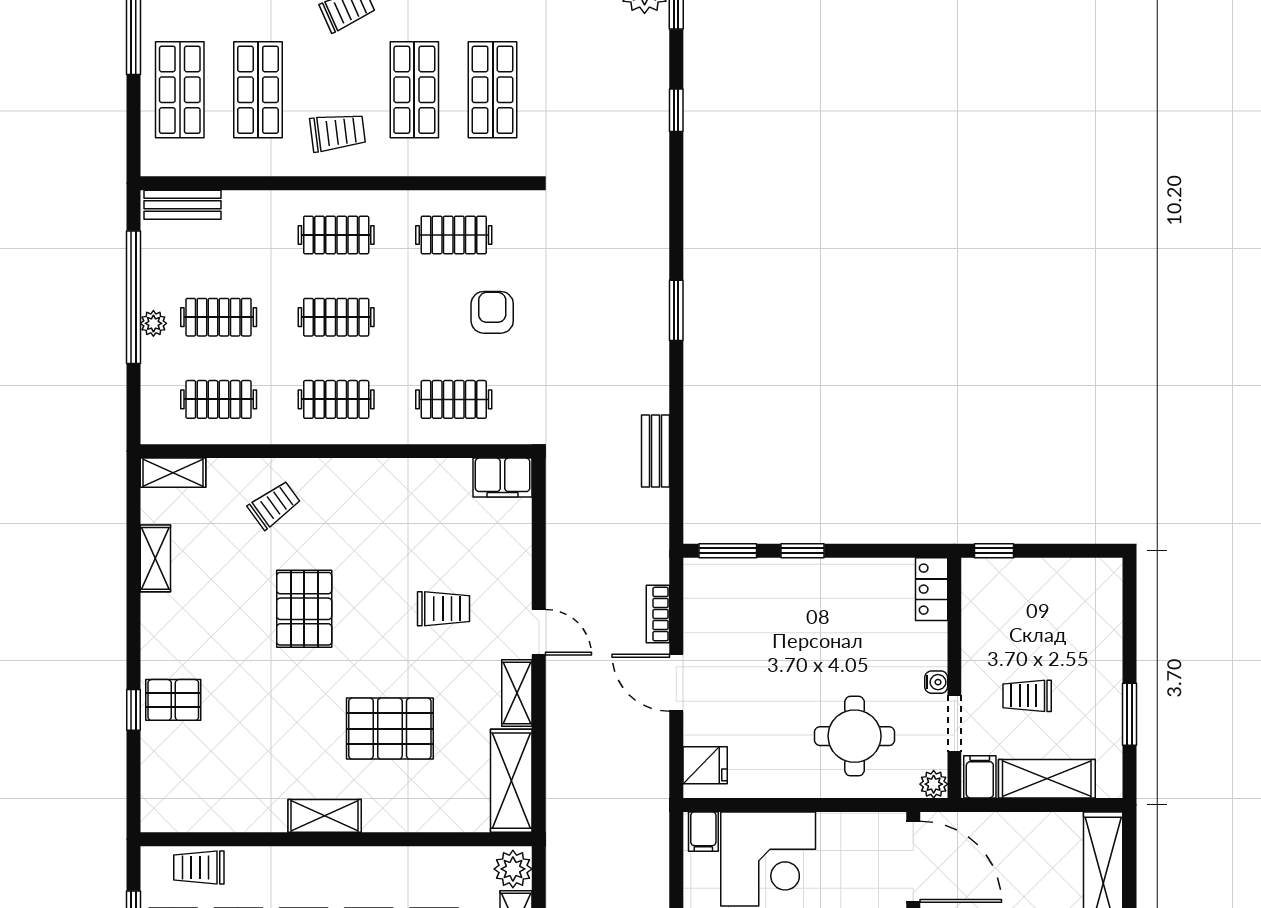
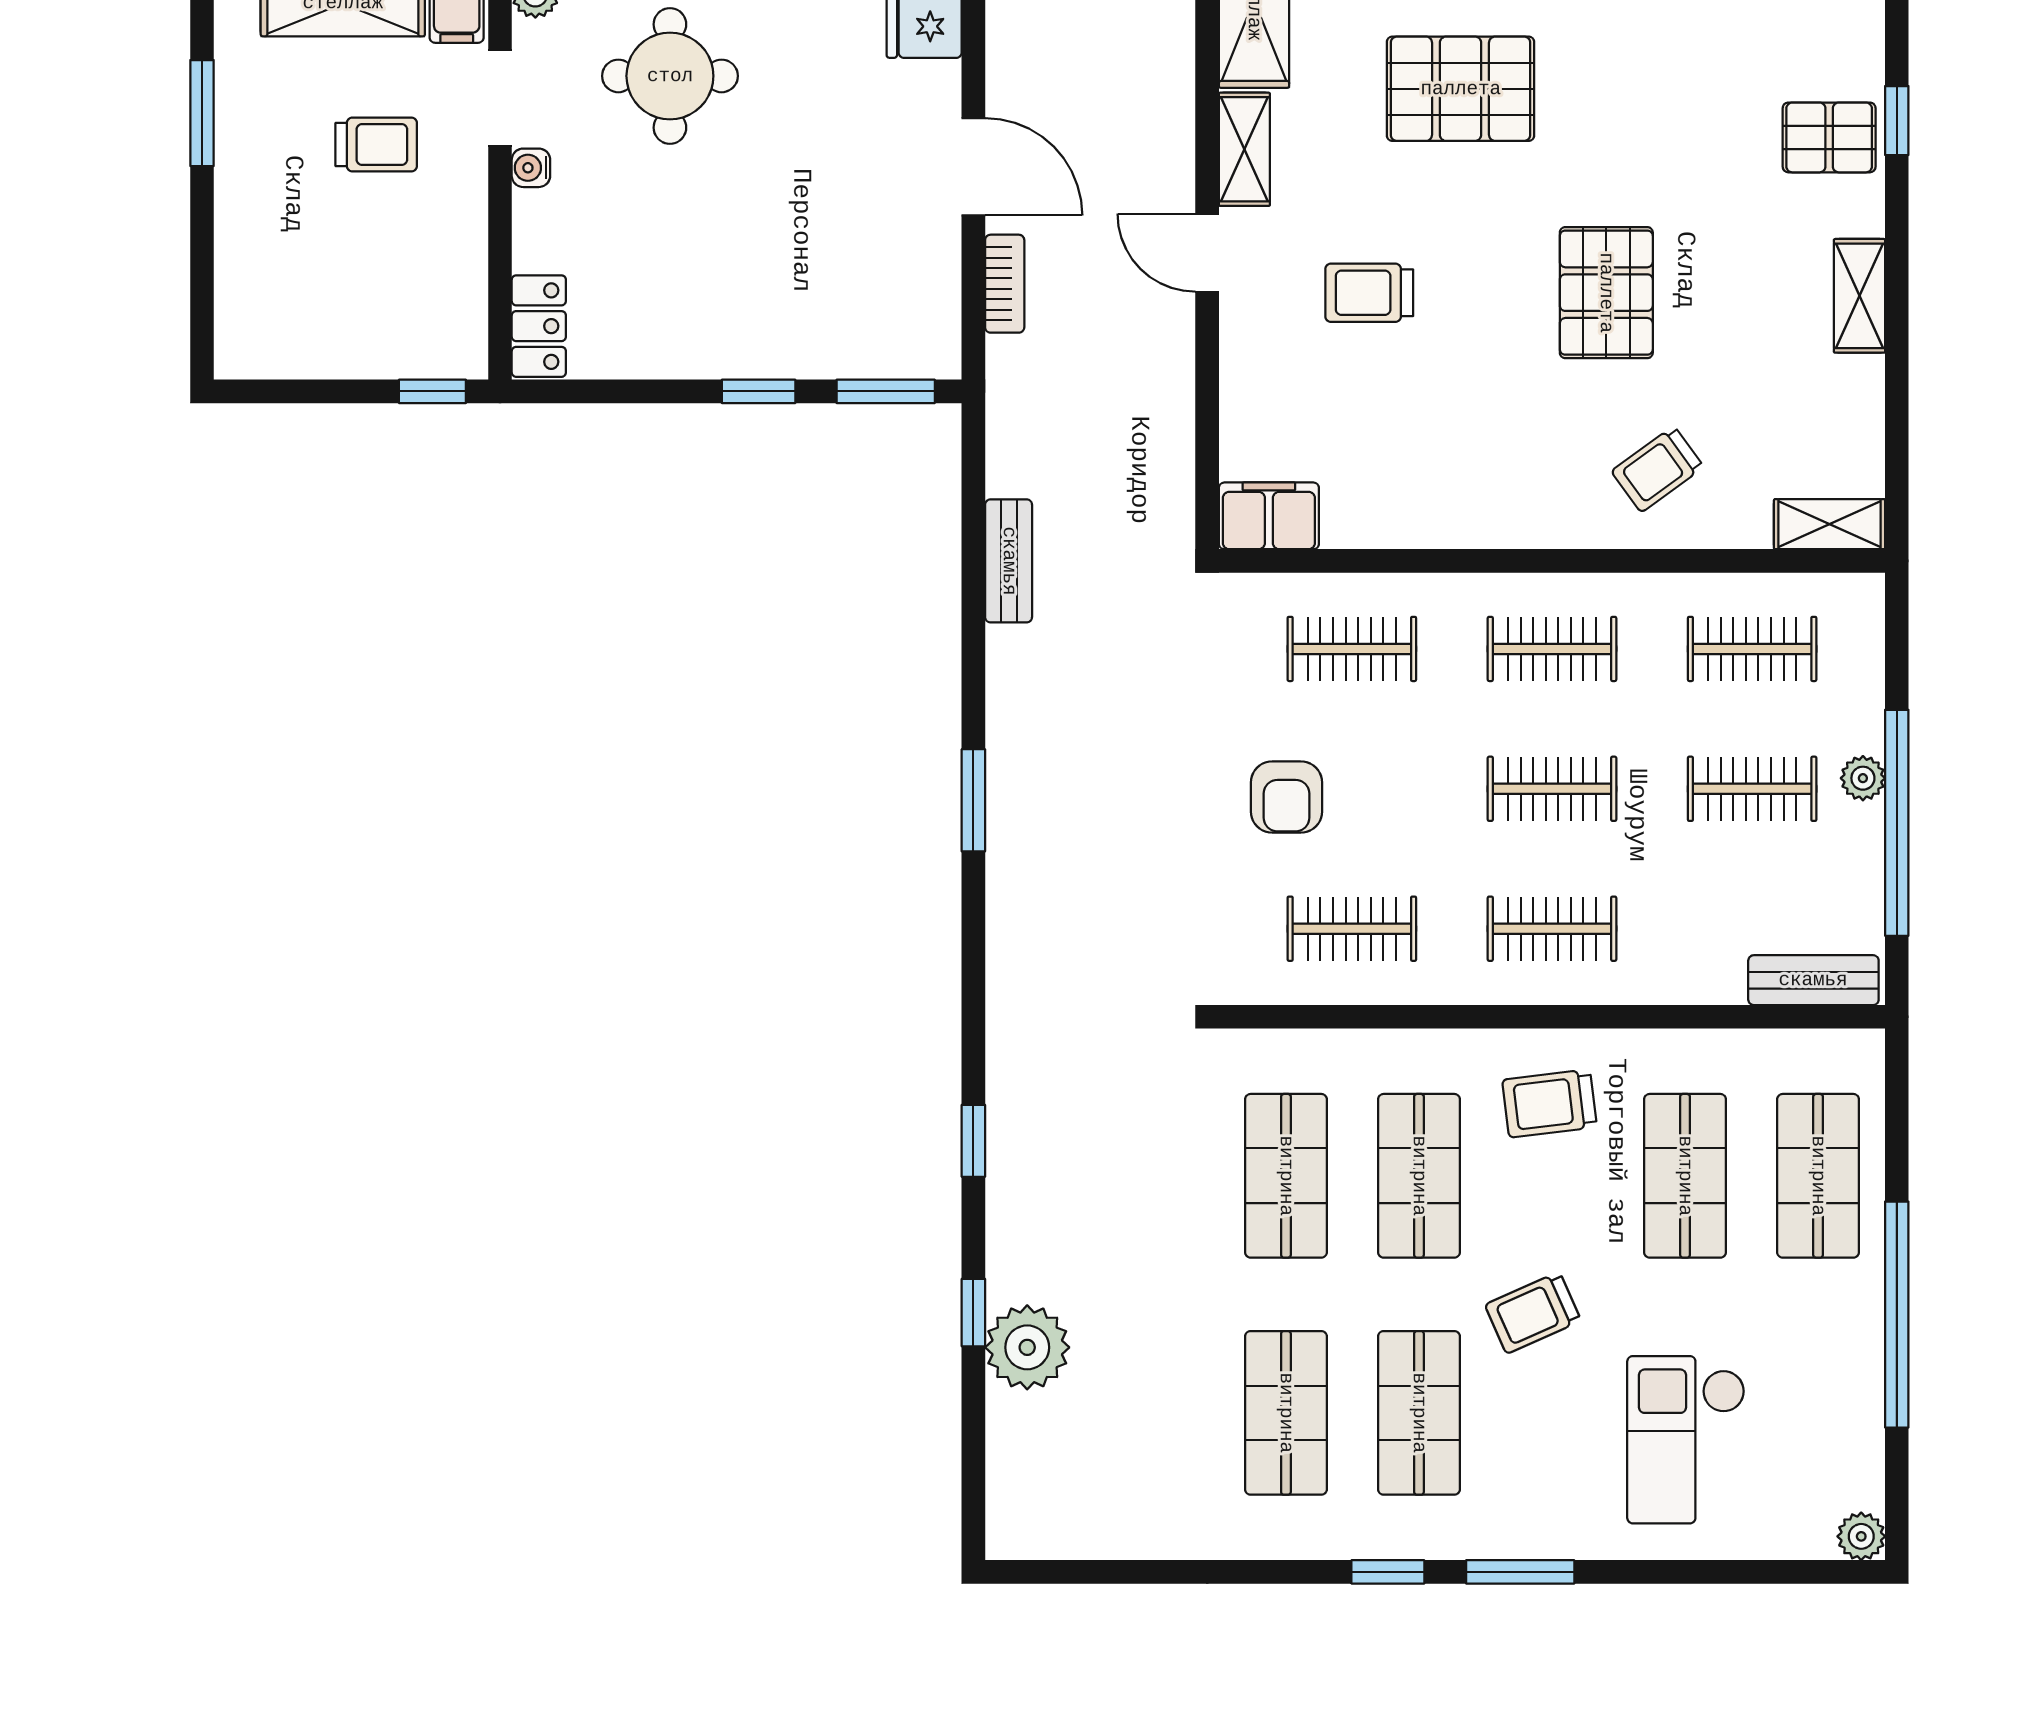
shelving: (155, 558) -> (1860, 296), moved

